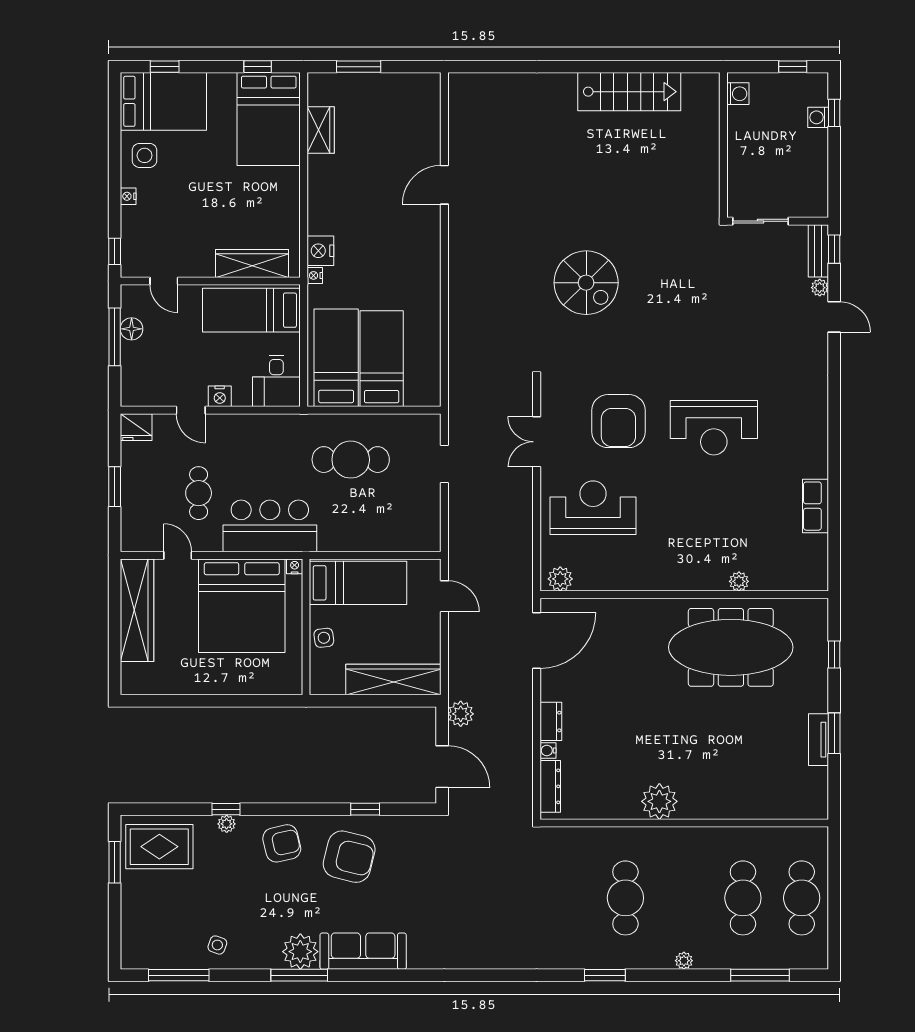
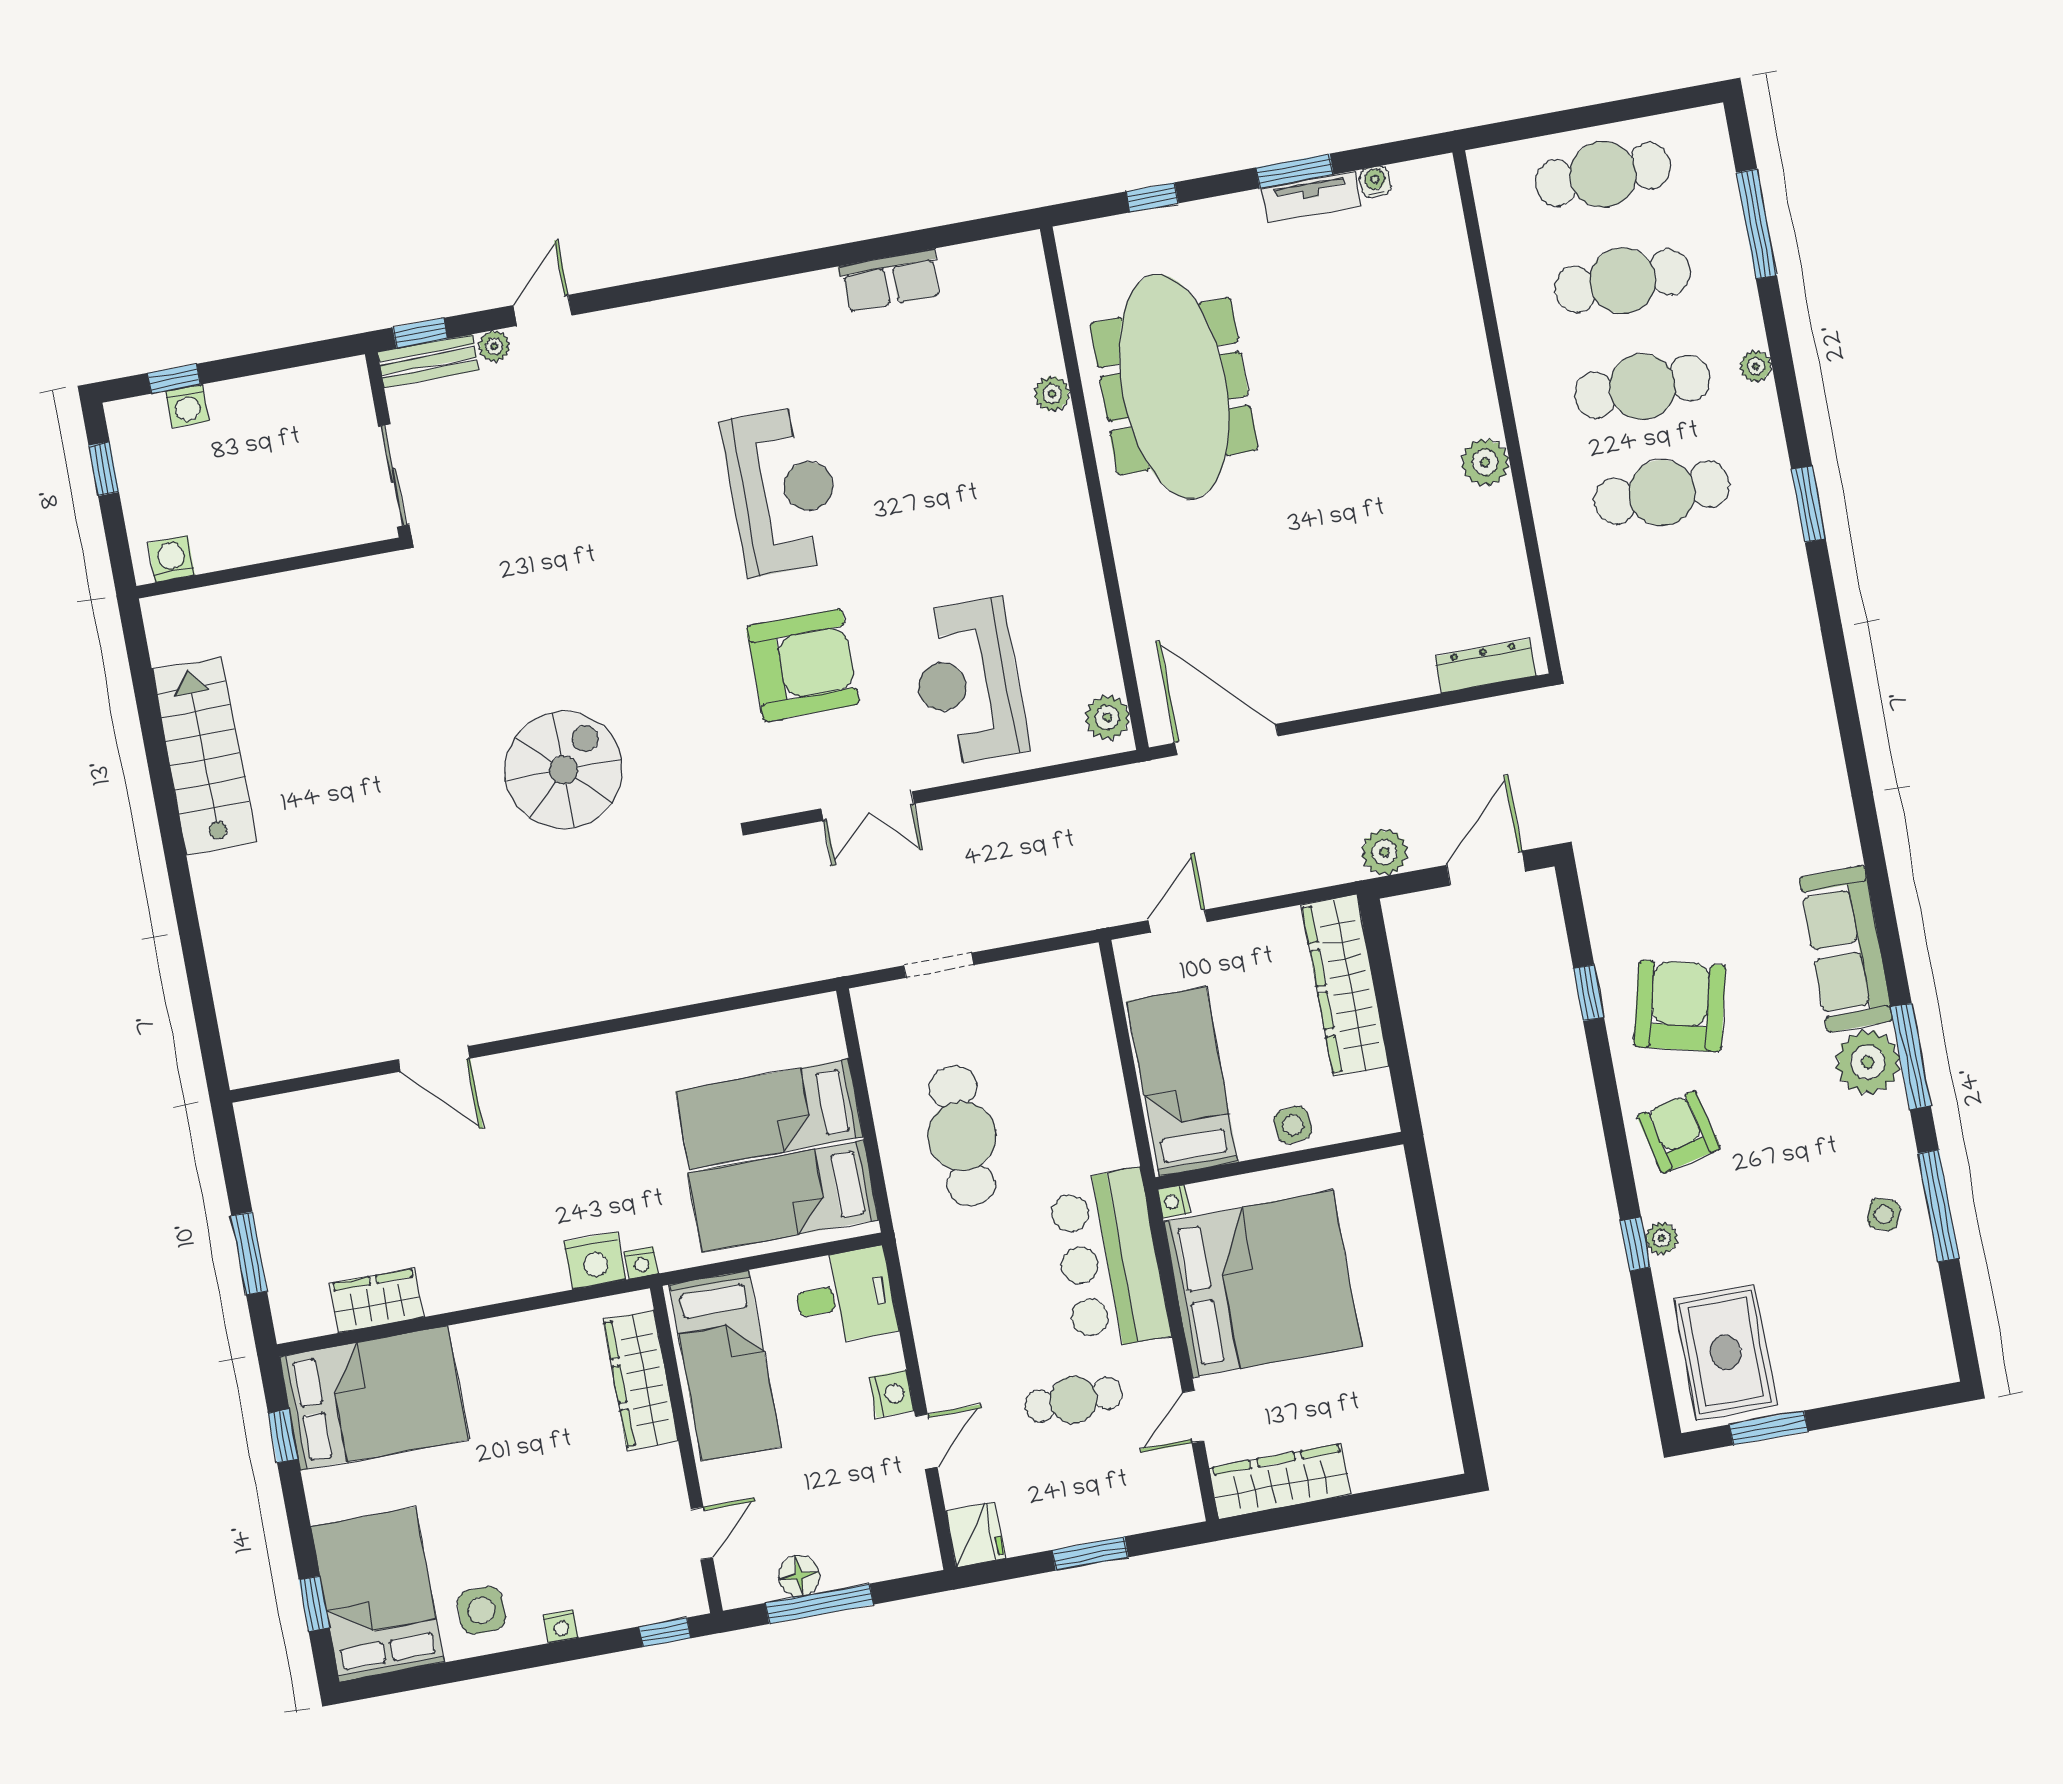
wardrobe: (137, 610) -> (1280, 1481), width x0.71, depth x0.85
dresser: (551, 721) -> (1368, 687), removed
water cooler: (548, 750) -> (1375, 182), moved, turned 180
plant: (659, 801) -> (1485, 462), width x0.73, depth x0.73
cafe table: (684, 898) -> (1642, 387), added
window: (179, 975) -> (1938, 1206), moved

